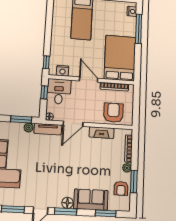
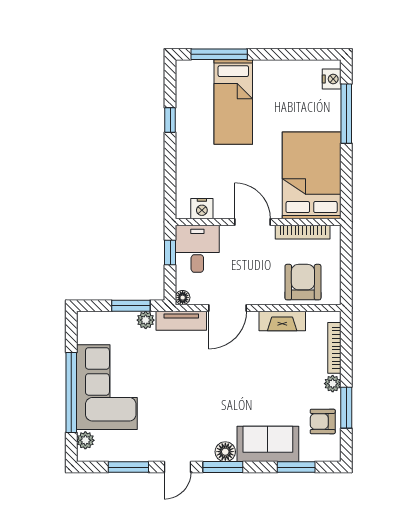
window: (46, 62) -> (170, 120), moved
armchair: (121, 188) -> (323, 421), turned 90

